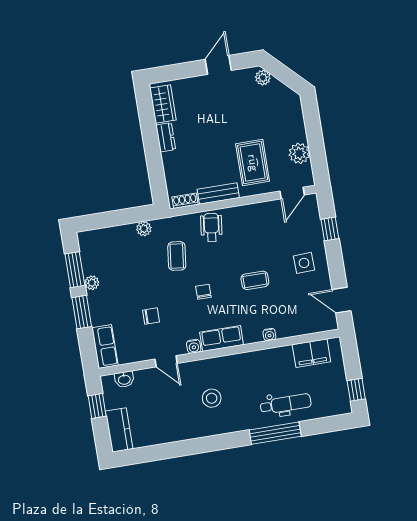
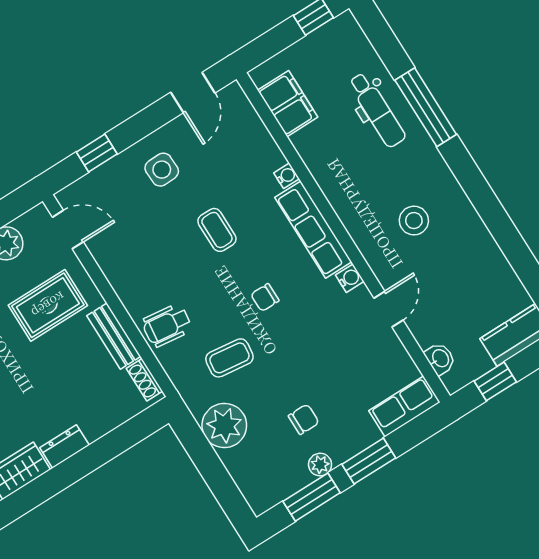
plant: (144, 229) -> (224, 425), width x1.88, depth x1.88
chair: (151, 316) -> (304, 419), moved, turned 90
row of seats: (222, 338) -> (313, 230), width x1.48
dental chair: (286, 404) -> (377, 110), turned 180

